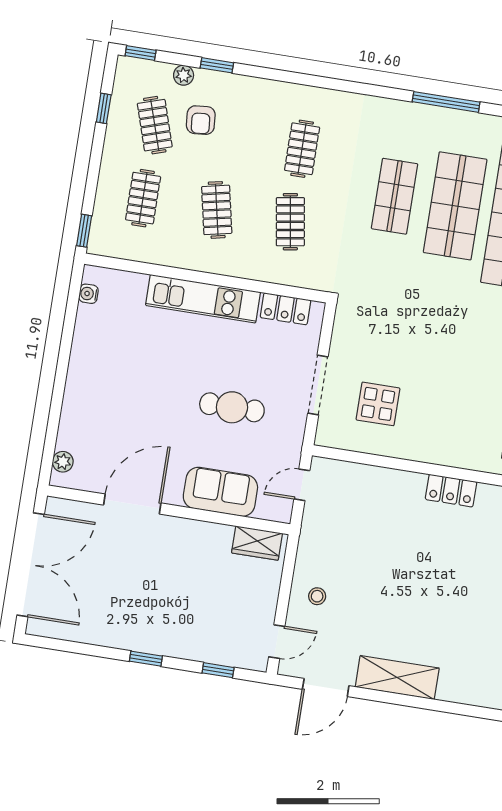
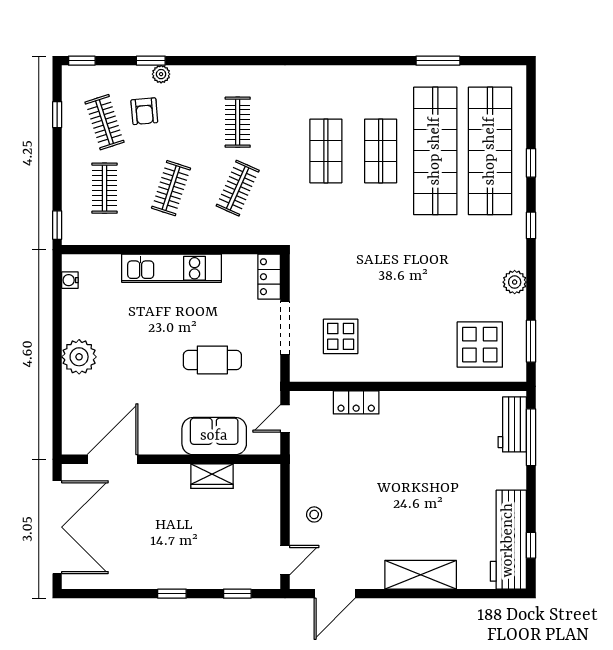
plant: (184, 75) -> (161, 74), moved
window: (446, 102) -> (358, 61), removed
shop shelf: (455, 206) -> (381, 151), width x0.70, depth x0.74
clothes rail: (217, 210) -> (171, 188), turned 30
clothes rail: (290, 222) -> (238, 188), turned 33
locker: (285, 309) -> (269, 277), moved, turned 90
plant: (63, 462) -> (79, 357), moved, width x1.87, depth x1.87
locker: (451, 491) -> (356, 402), moved
door: (132, 504) -> (113, 459), moved
wardrobe: (257, 543) -> (212, 476), moved
shelving: (397, 677) -> (421, 575), moved

